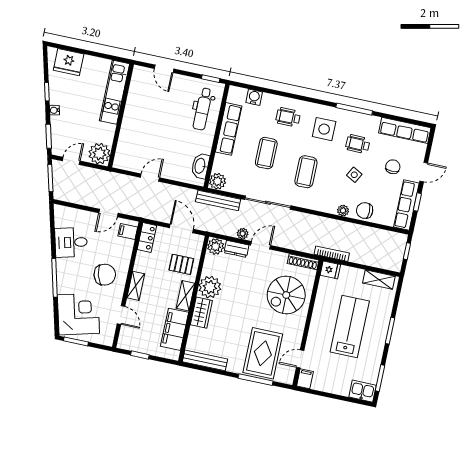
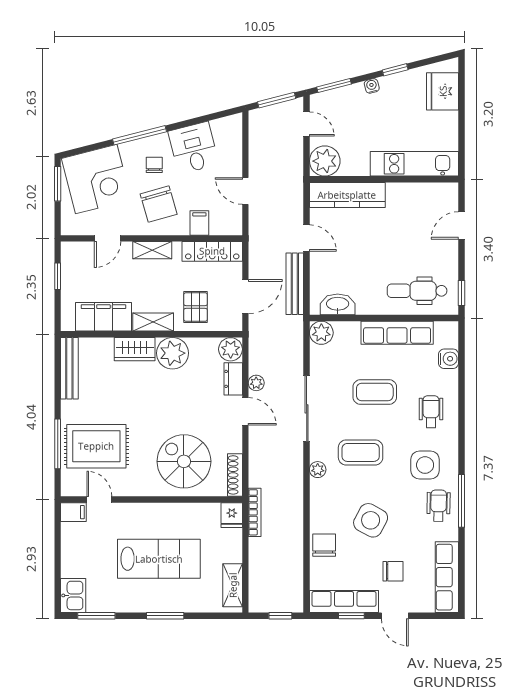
kitchen counter: (126, 143) -> (347, 195), added
wheelchair: (358, 144) -> (439, 506), moved
side table: (354, 175) -> (371, 520), width x1.87, depth x1.87
bench: (218, 201) -> (295, 284), moved
plant: (343, 211) -> (318, 470), moved
filing cabinet: (128, 232) -> (199, 223), moved
locker: (147, 237) -> (212, 251), width x1.53
chair: (77, 272) -> (154, 165), added

